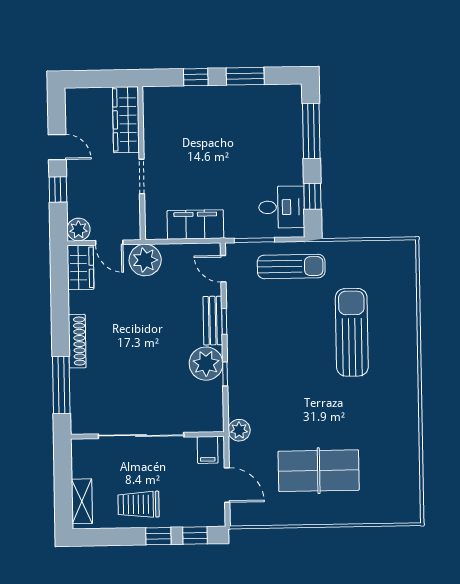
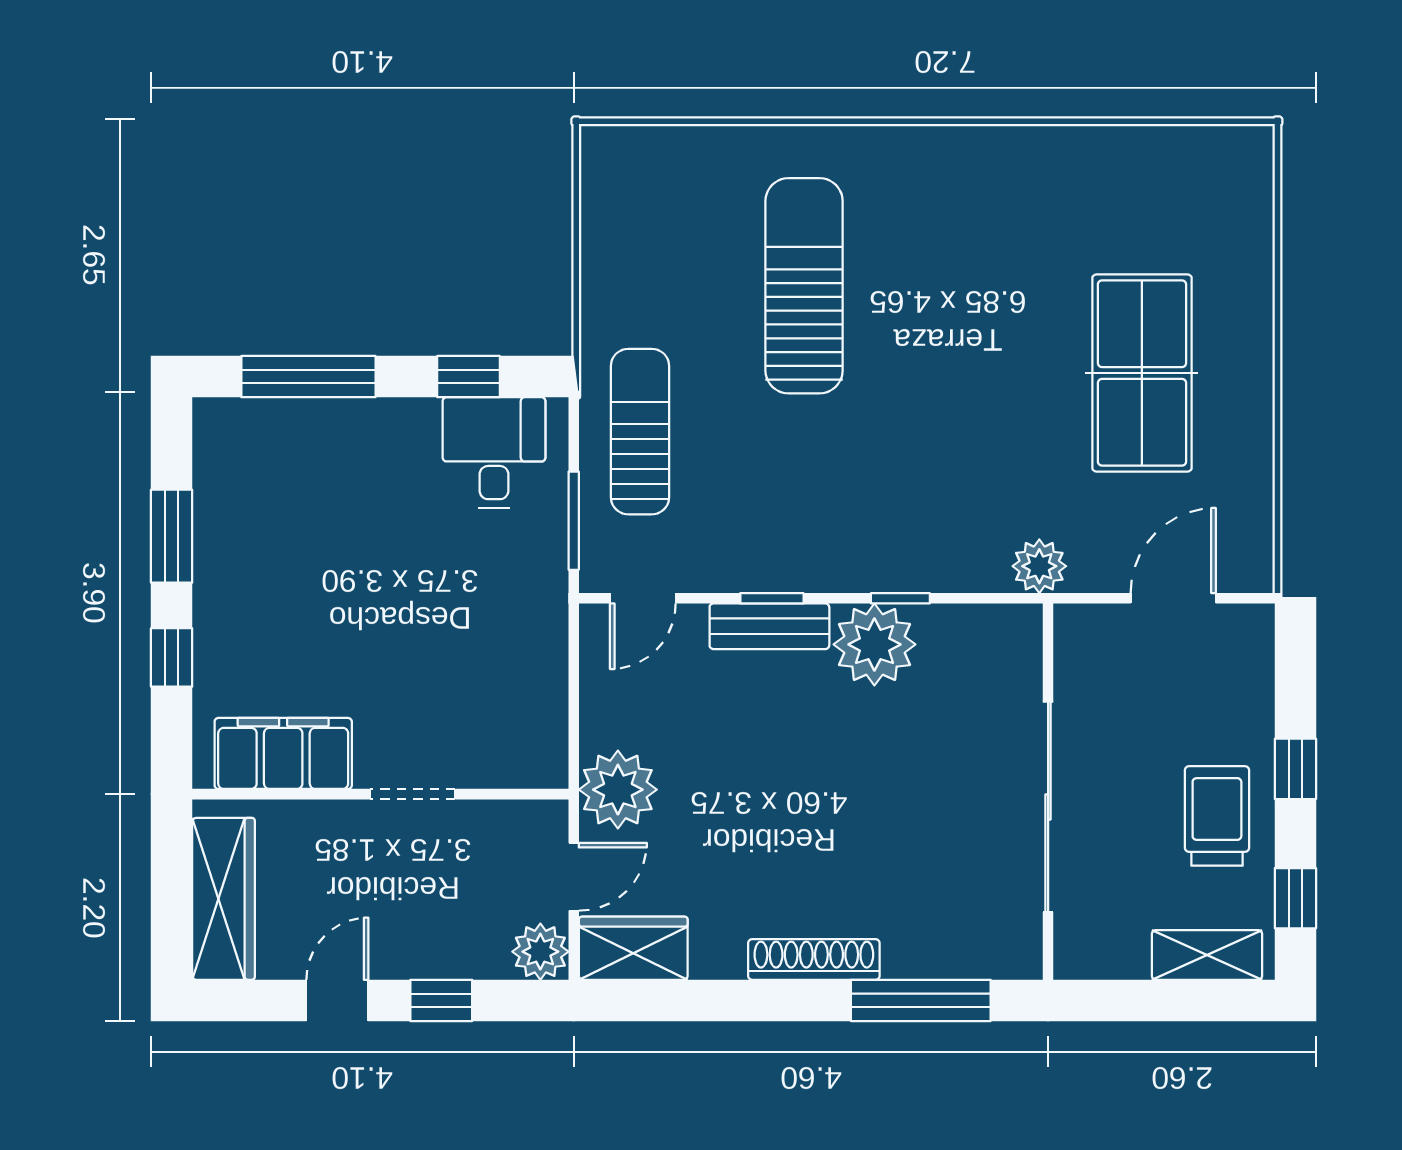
wardrobe: (126, 120) -> (223, 899), moved, turned -90
filing cabinet: (195, 224) -> (283, 753), moved, turned 90
sun lounger: (352, 332) -> (804, 286), turned 90
filing cabinet: (208, 450) -> (1086, 644), removed
trolley: (139, 504) -> (1217, 816), turned 180
window: (195, 535) -> (1295, 898), moved

